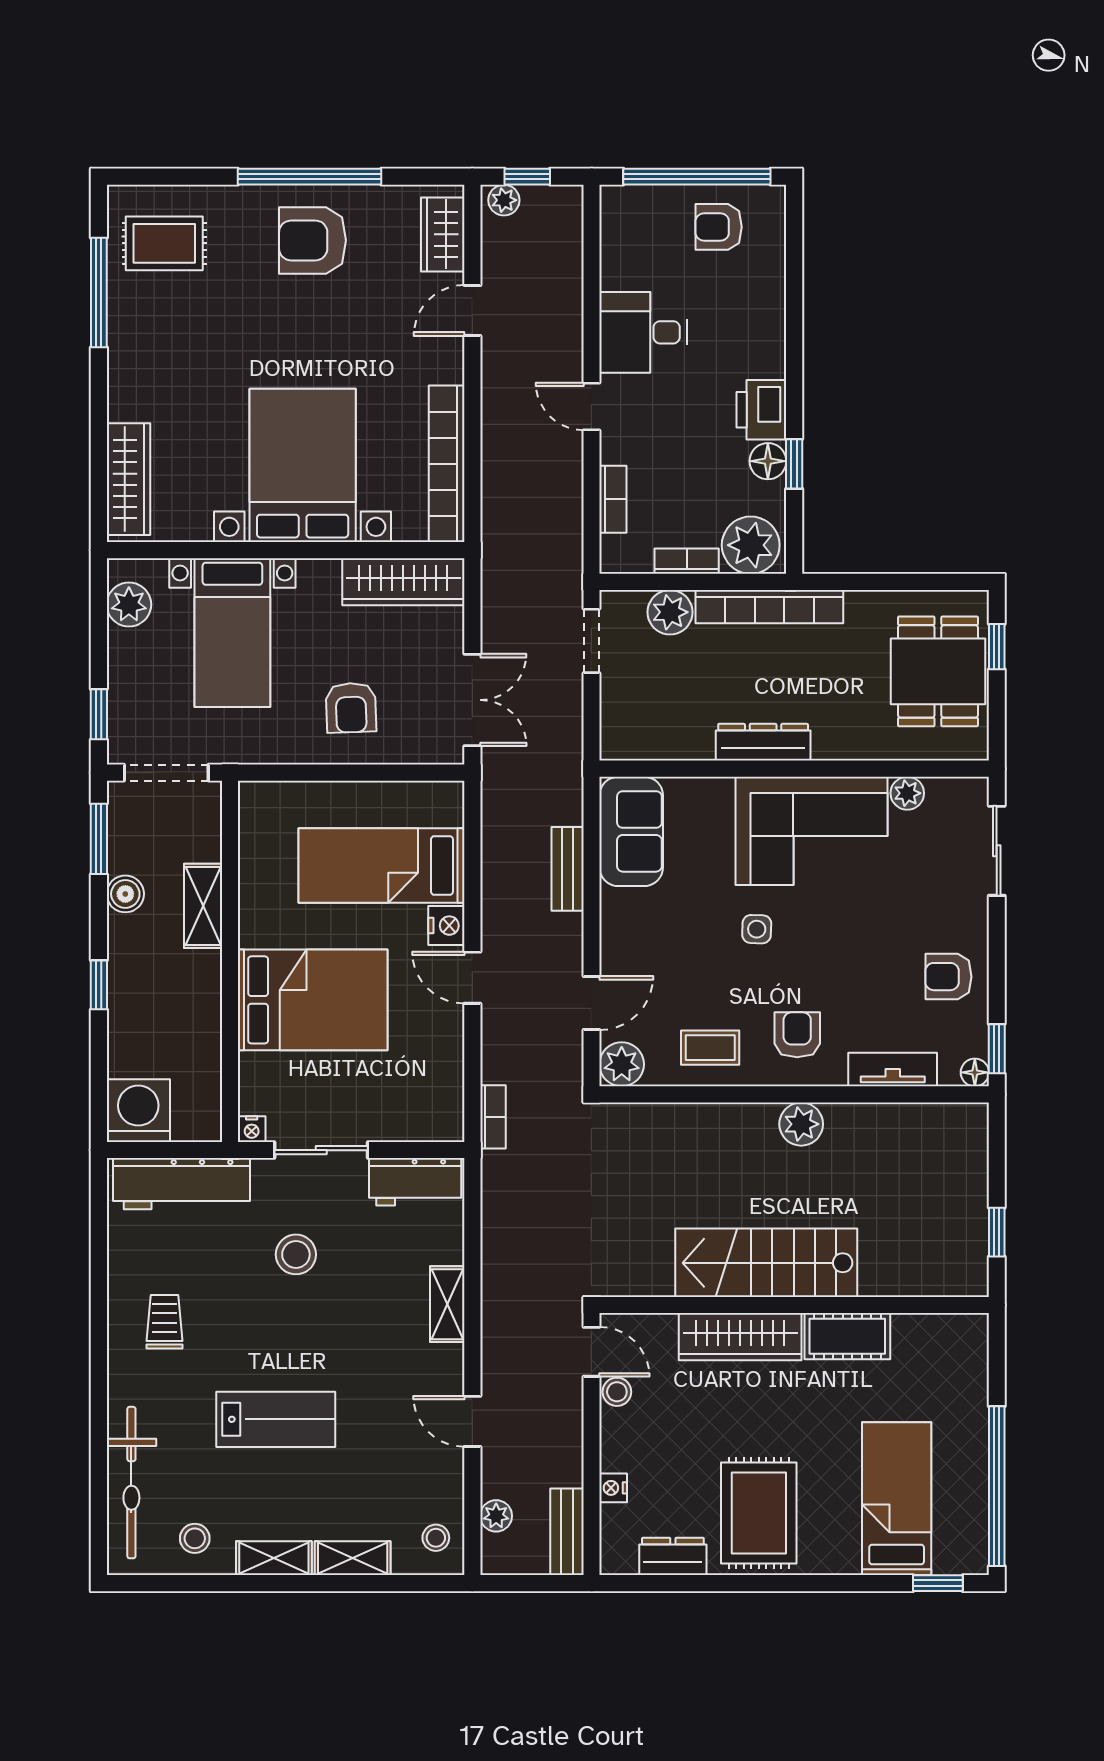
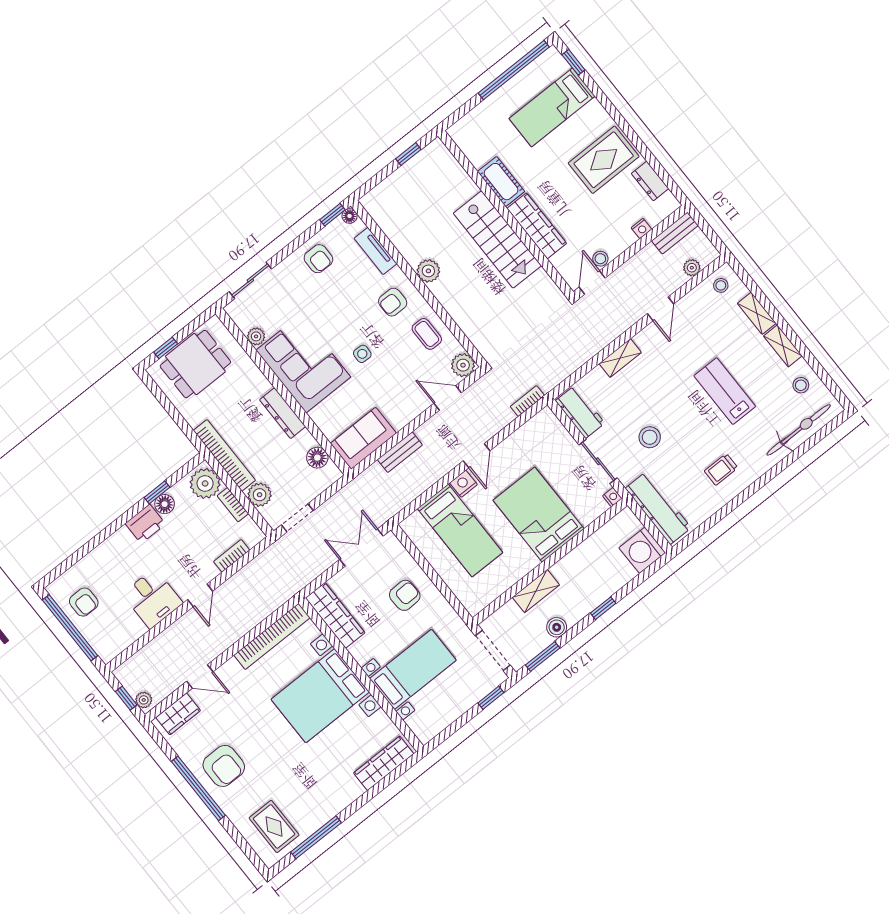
plant: (129, 605) -> (435, 722), removed
floor lamp: (657, 741) -> (317, 458), added

